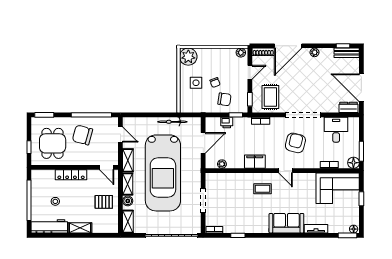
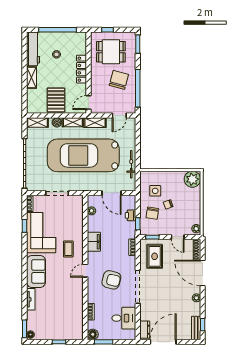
side table: (196, 83) -> (155, 191), moved
rug: (270, 97) -> (155, 256), turned 90
corner sofa: (338, 188) -> (41, 233), moved, turned 180
pallet: (104, 202) -> (56, 100), width x1.50, depth x1.42

